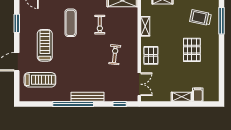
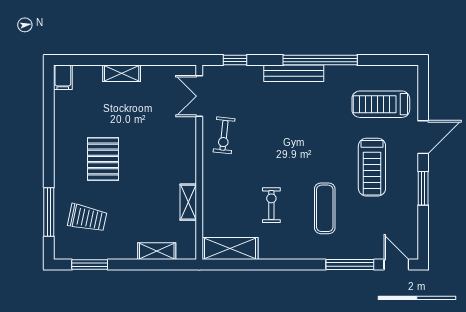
window: (17, 23) -> (423, 188), moved
exercise bike: (115, 55) -> (224, 135), moved
pallet: (151, 55) -> (178, 149), removed
filing cabinet: (198, 95) -> (63, 77), moved

